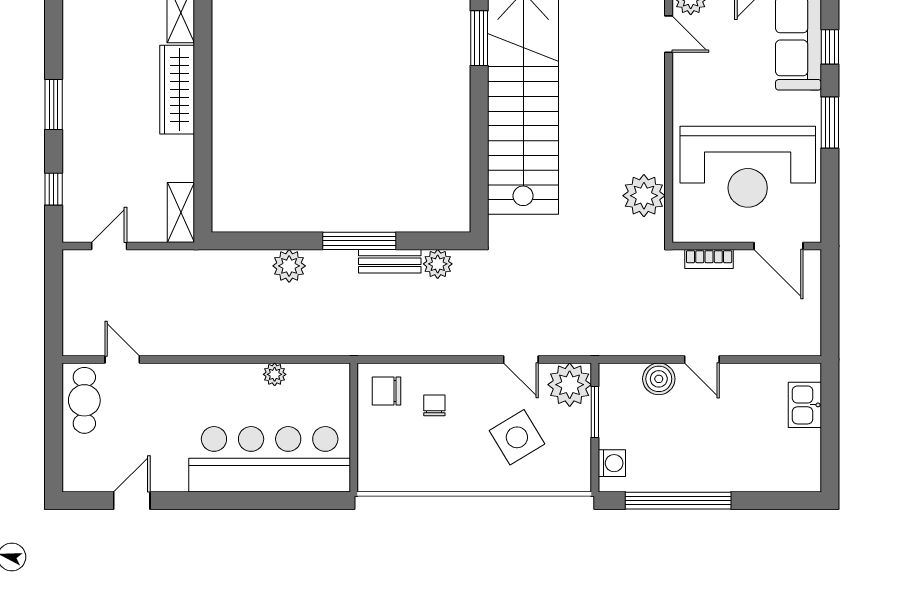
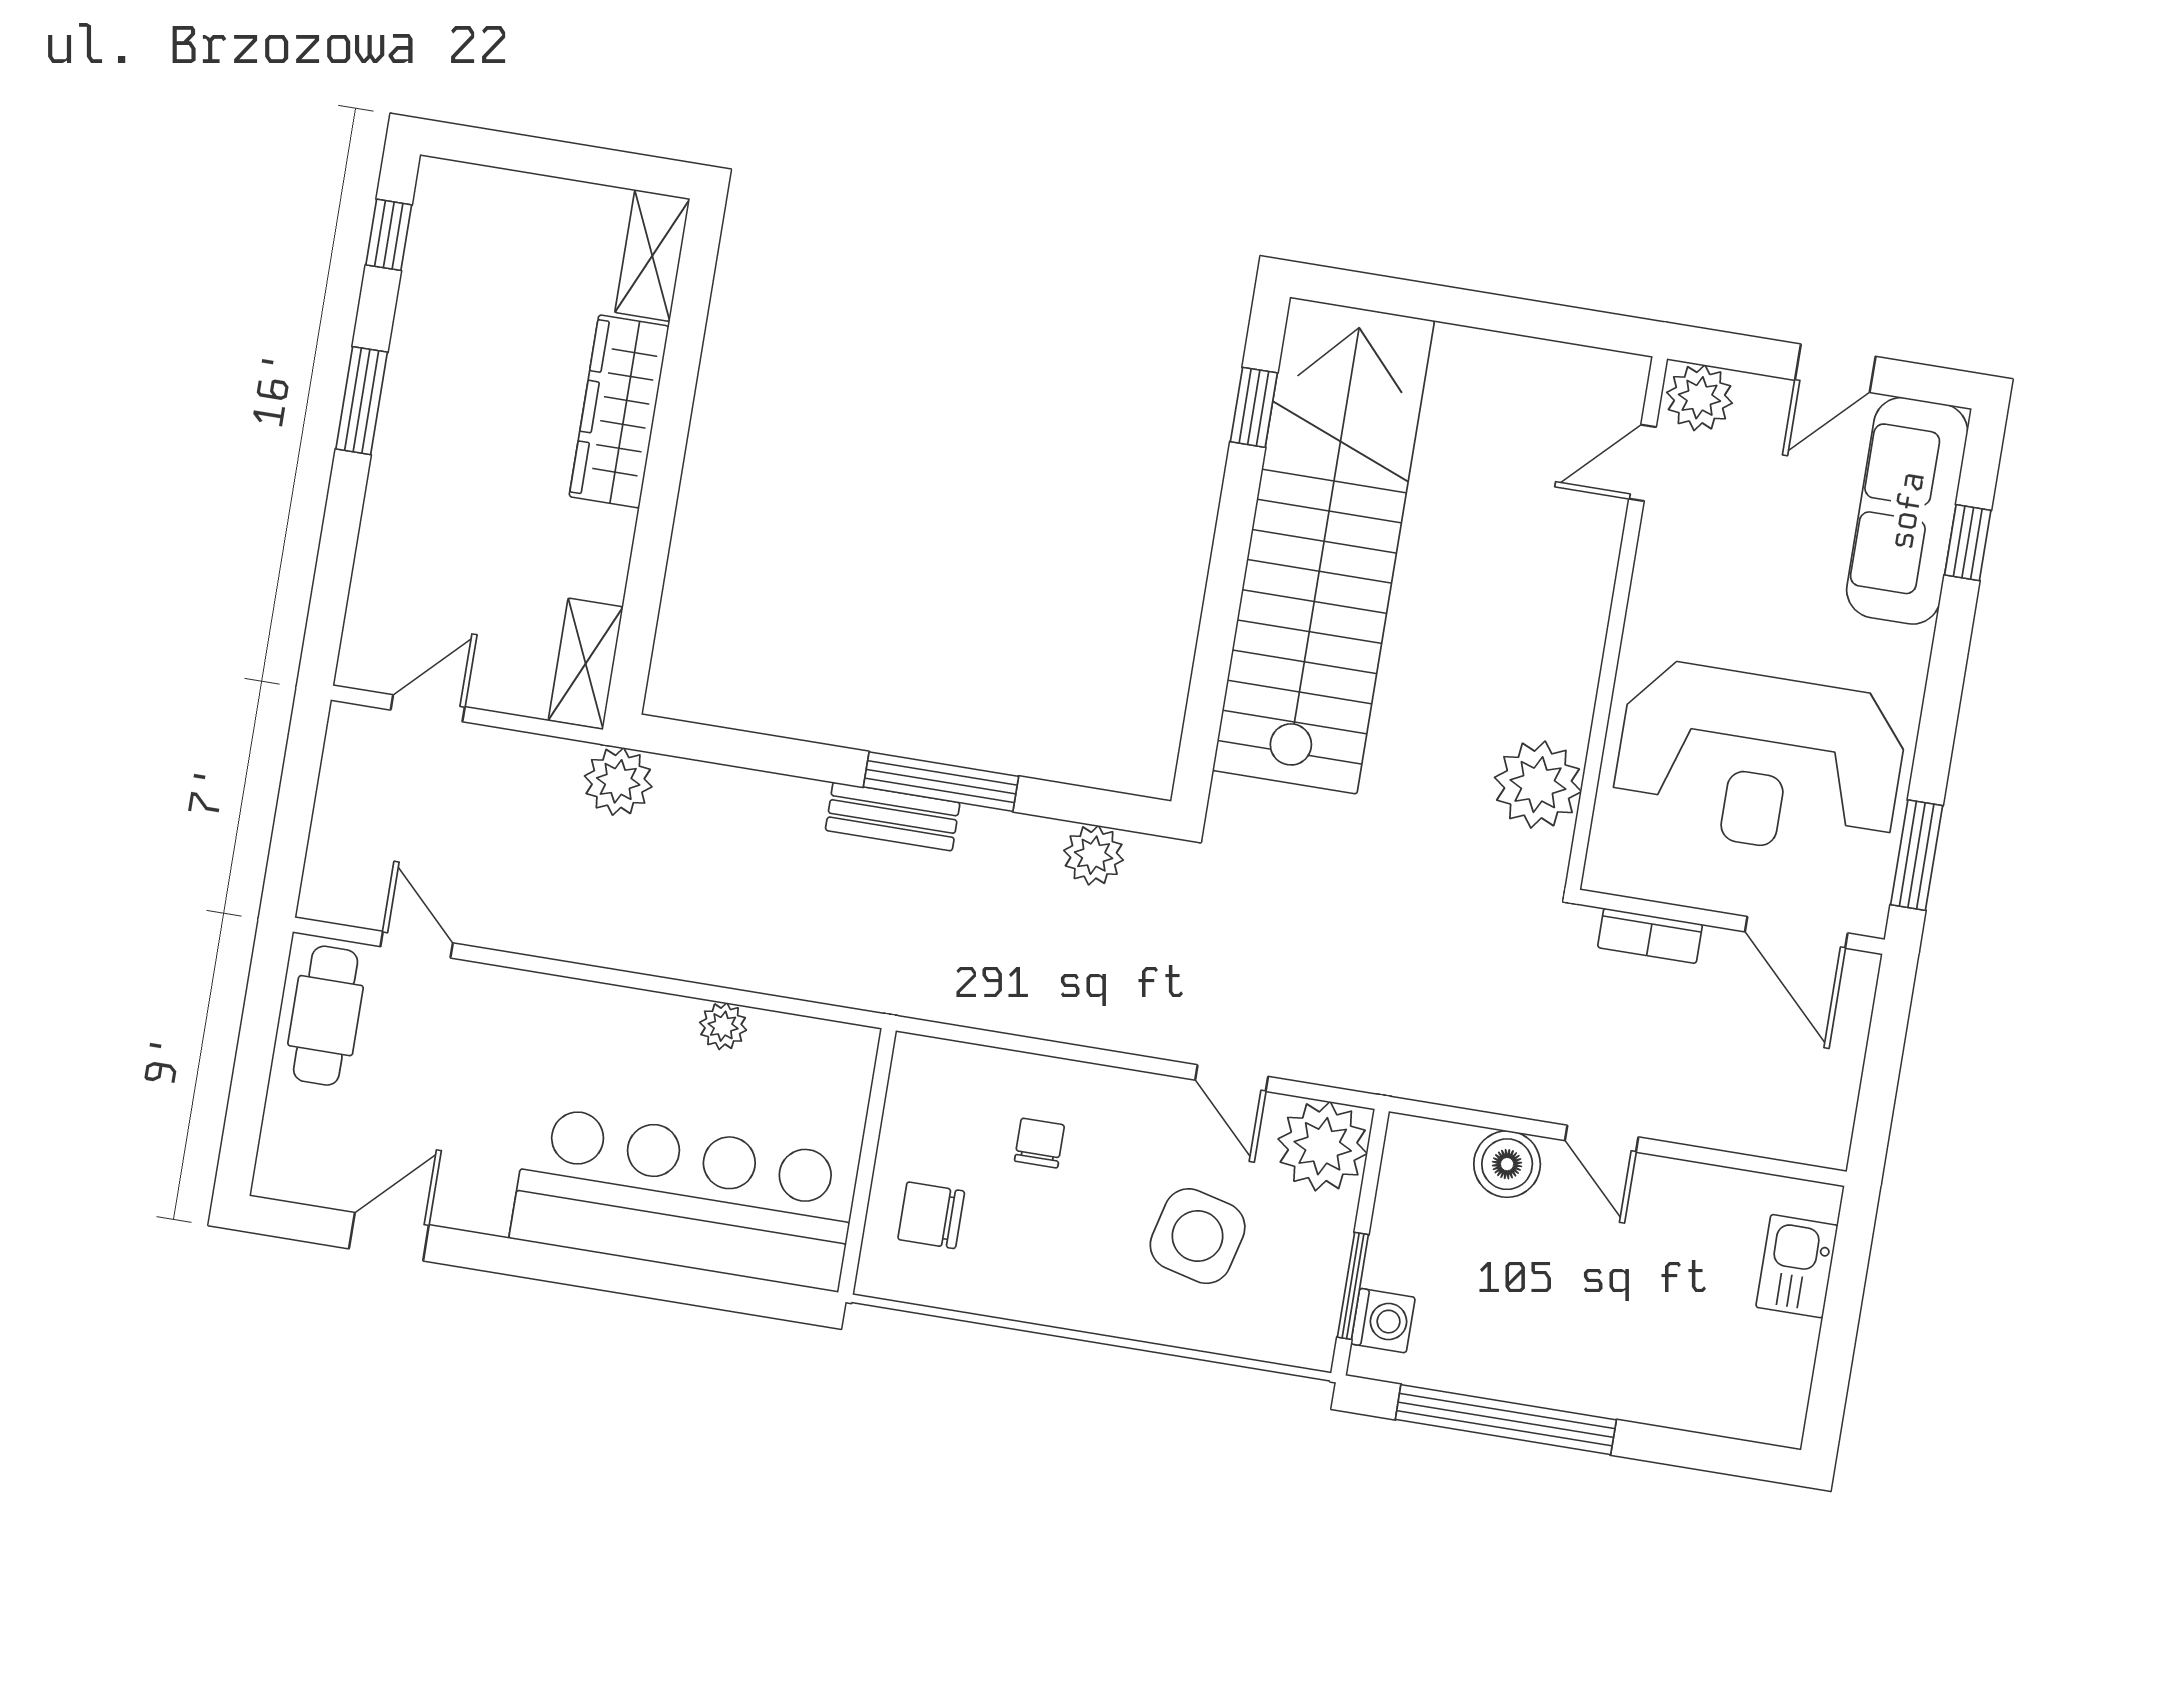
door: (669, 34) -> (1643, 463), swing flipped
window: (479, 38) -> (1254, 407), width x0.67
window: (830, 122) -> (1917, 855), moved
window: (54, 189) -> (389, 235), moved
bench: (390, 261) -> (893, 816), moved
plant: (289, 266) -> (618, 781), moved
chair: (387, 391) -> (931, 1215), moved
window: (595, 412) -> (1353, 1286), moved
side table: (517, 437) -> (1198, 1236), turned 45

